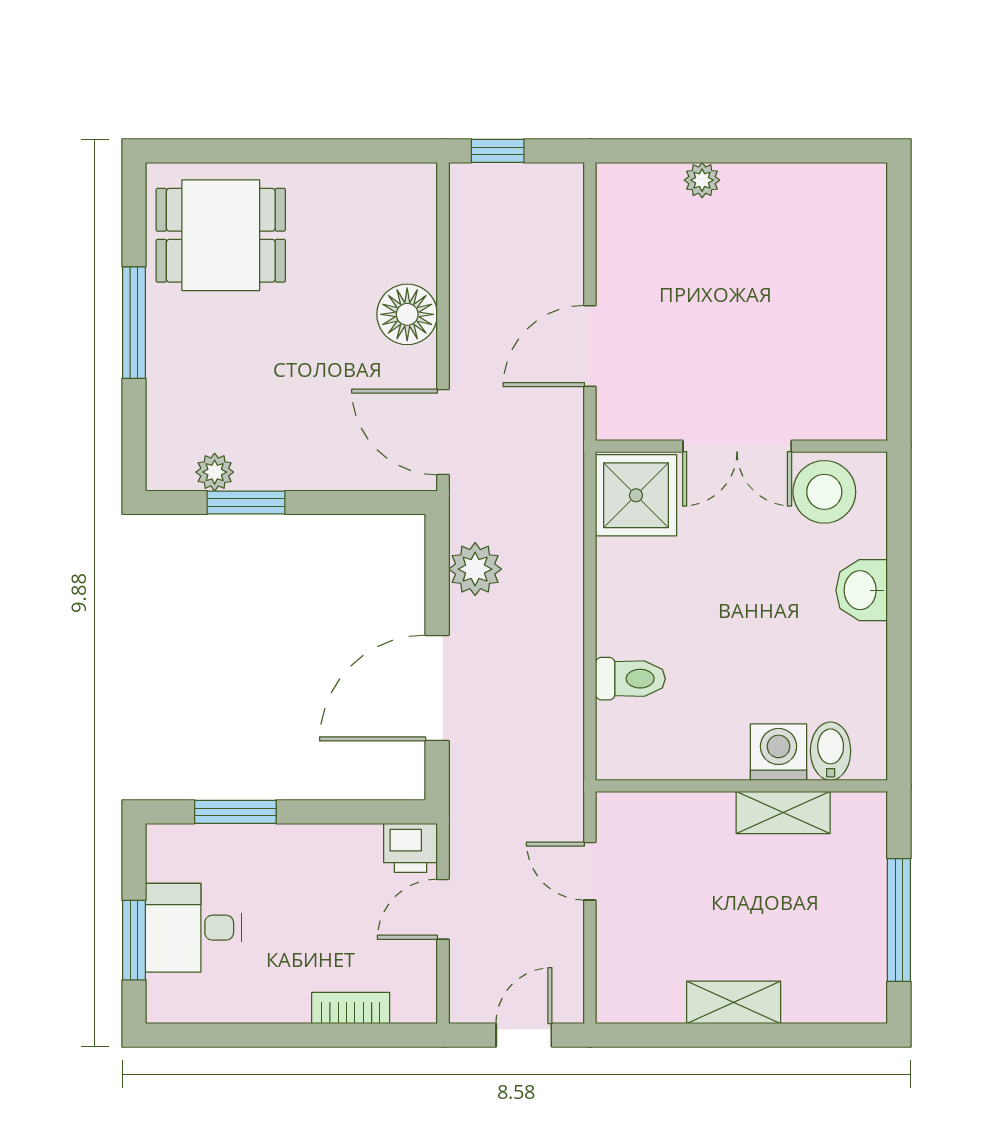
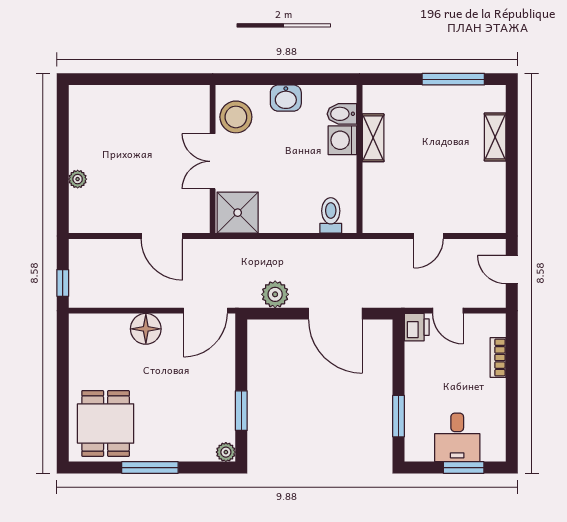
double door: (737, 446) -> (213, 161), swing flipped
plant: (215, 472) -> (226, 452), moved
bidet: (831, 751) -> (342, 114), moved
washing machine: (779, 752) -> (342, 140), moved
wall: (741, 786) -> (360, 159), moved
shelving: (783, 812) -> (373, 138), moved
shelving: (734, 1002) -> (495, 137), moved

